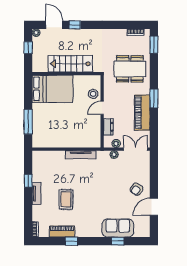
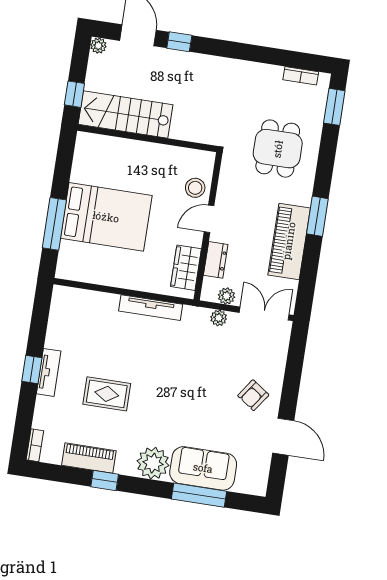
window: (28, 48) -> (74, 94), moved
stairs: (70, 64) -> (126, 115), moved
dining table: (130, 69) -> (278, 149), width x0.73
bed: (53, 89) -> (106, 217), moved
wardrobe: (95, 133) -> (186, 268), added
window: (28, 181) -> (32, 369), moved
rug: (66, 199) -> (107, 394), turned 90
door: (154, 207) -> (283, 437), swing flipped
plant: (93, 229) -> (153, 463), added
window: (118, 241) -> (199, 495), width x2.17

